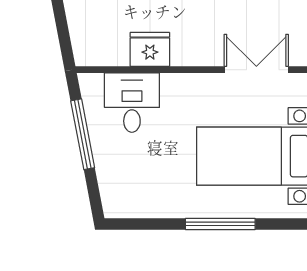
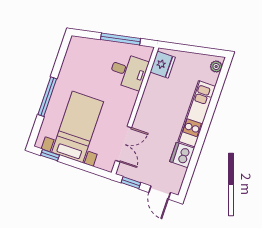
fridge: (150, 49) -> (163, 65), moved

